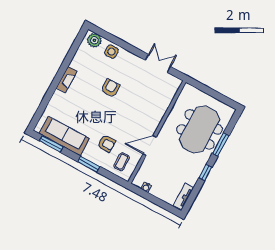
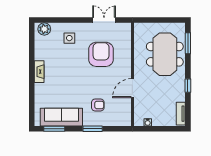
side table: (111, 52) -> (69, 38), moved
armchair: (110, 88) -> (101, 54), moved, width x1.88, depth x1.88
window: (221, 145) -> (188, 43), moved
coffee table: (122, 162) -> (117, 113), removed

